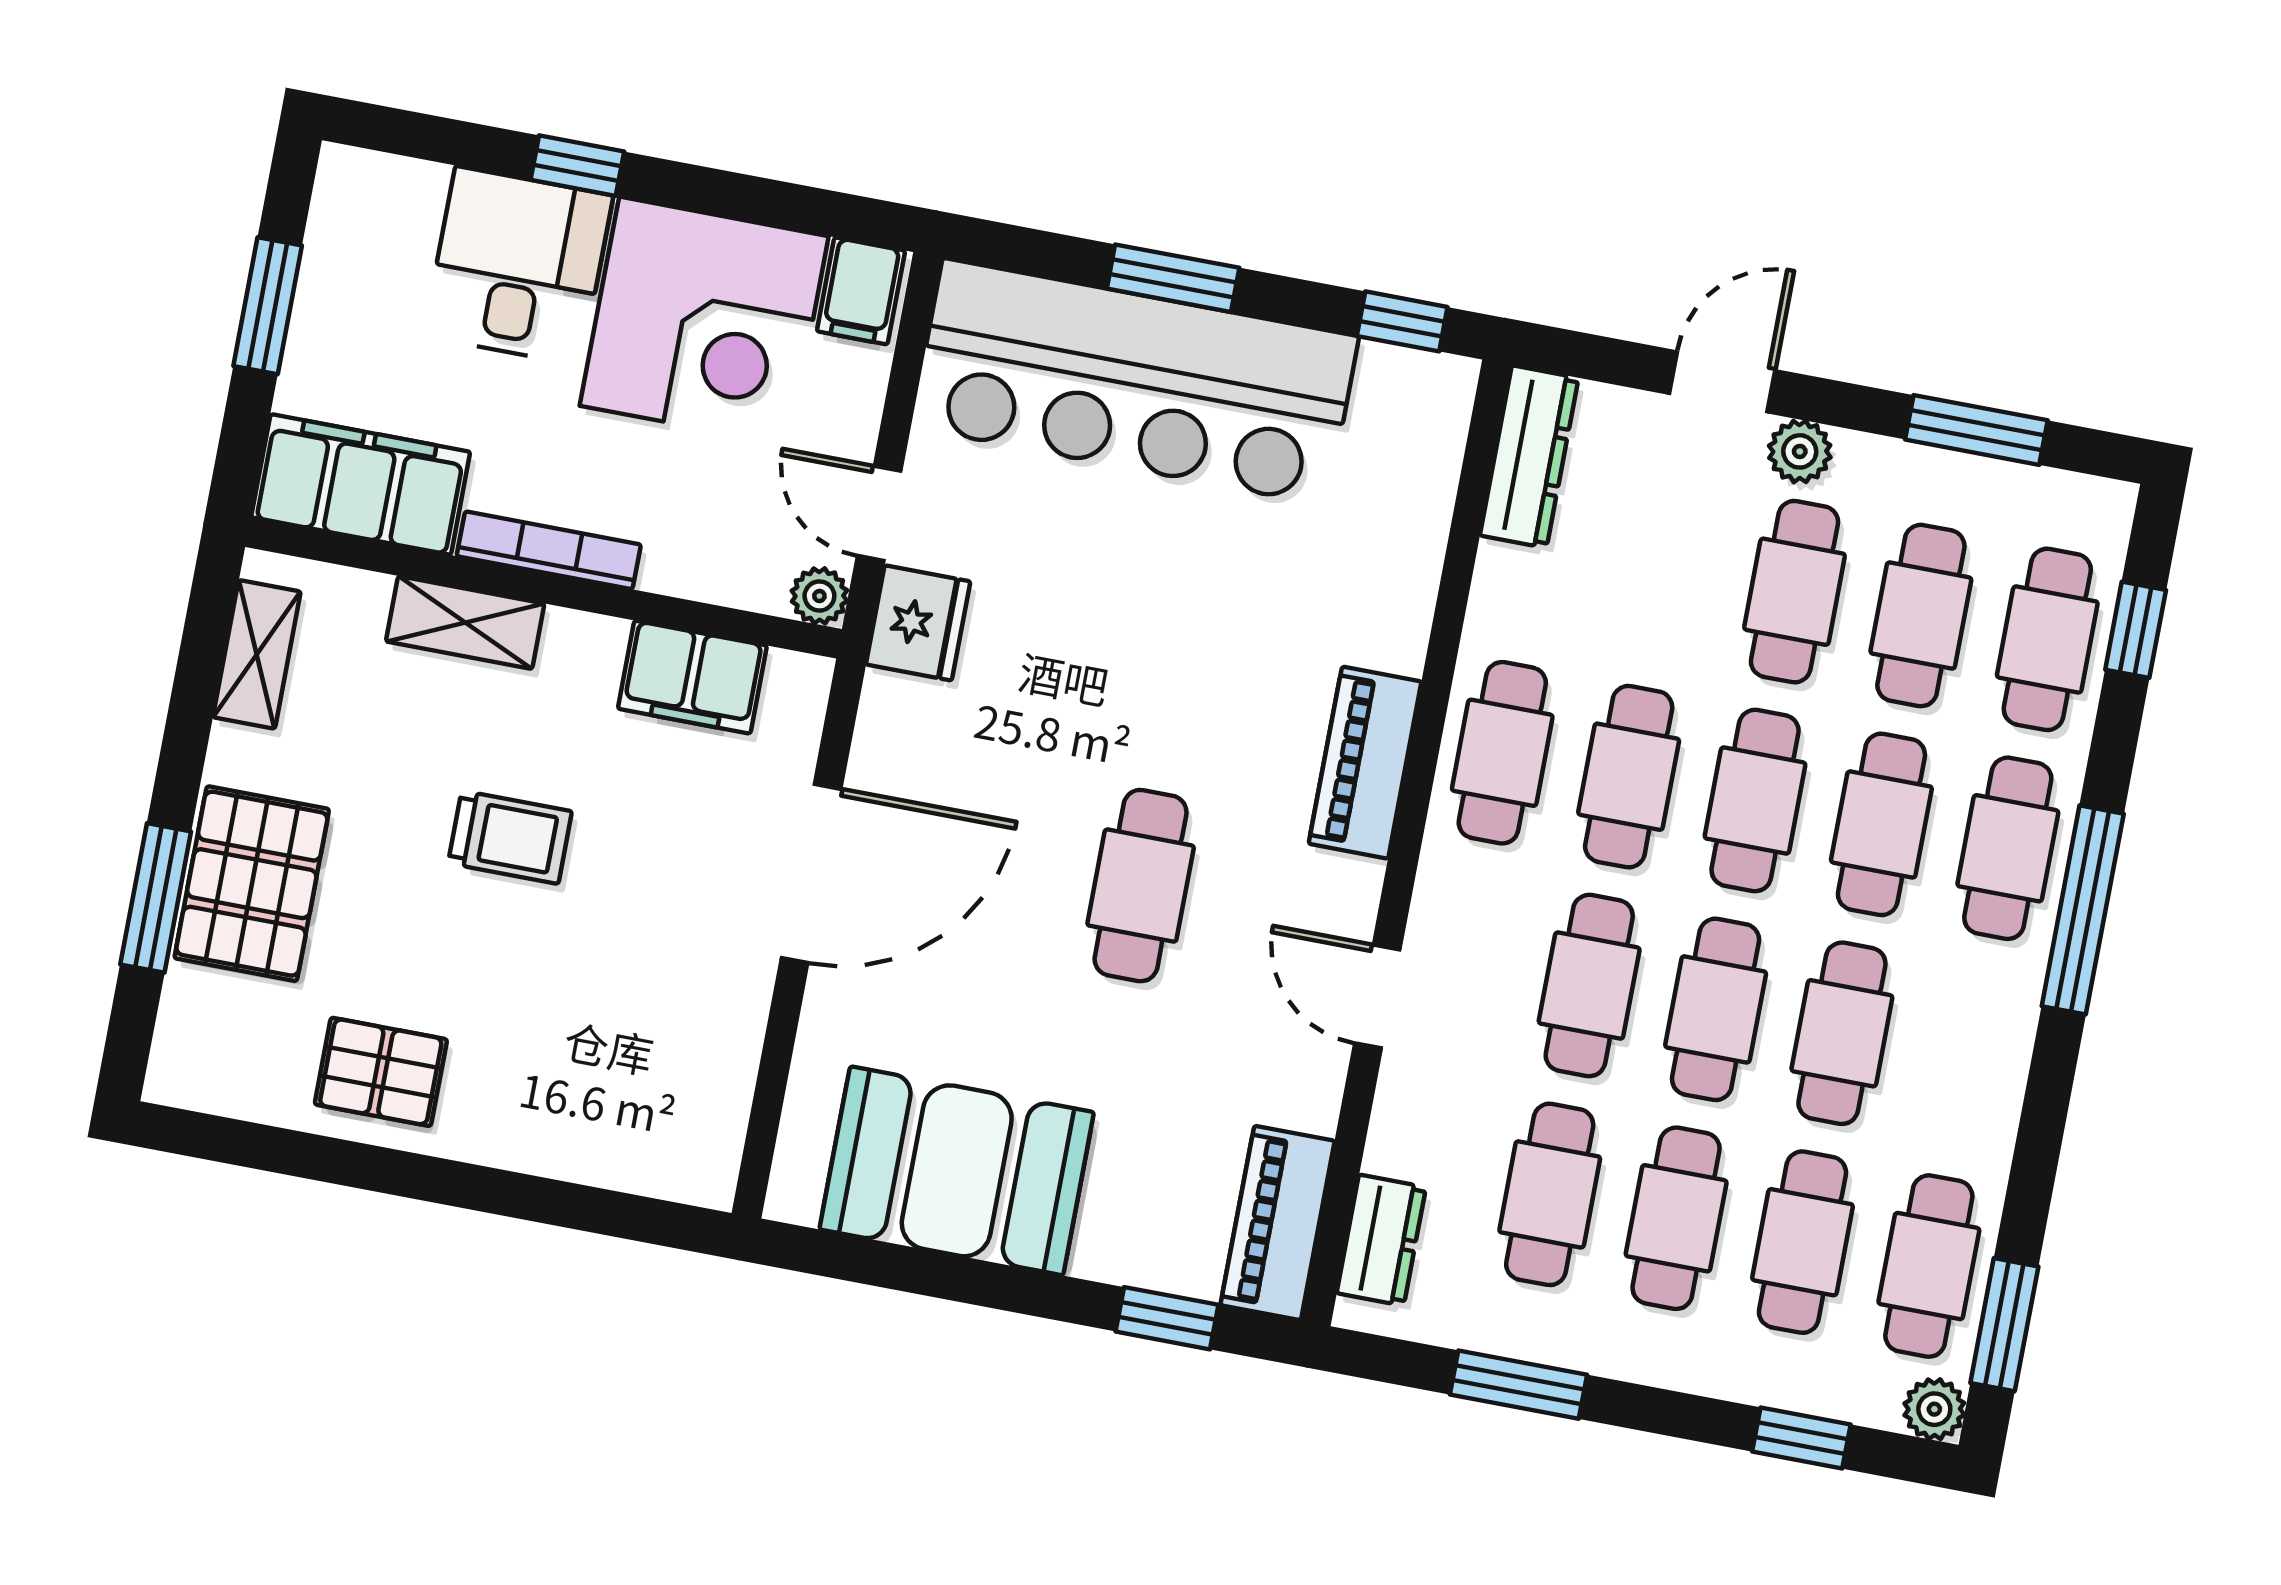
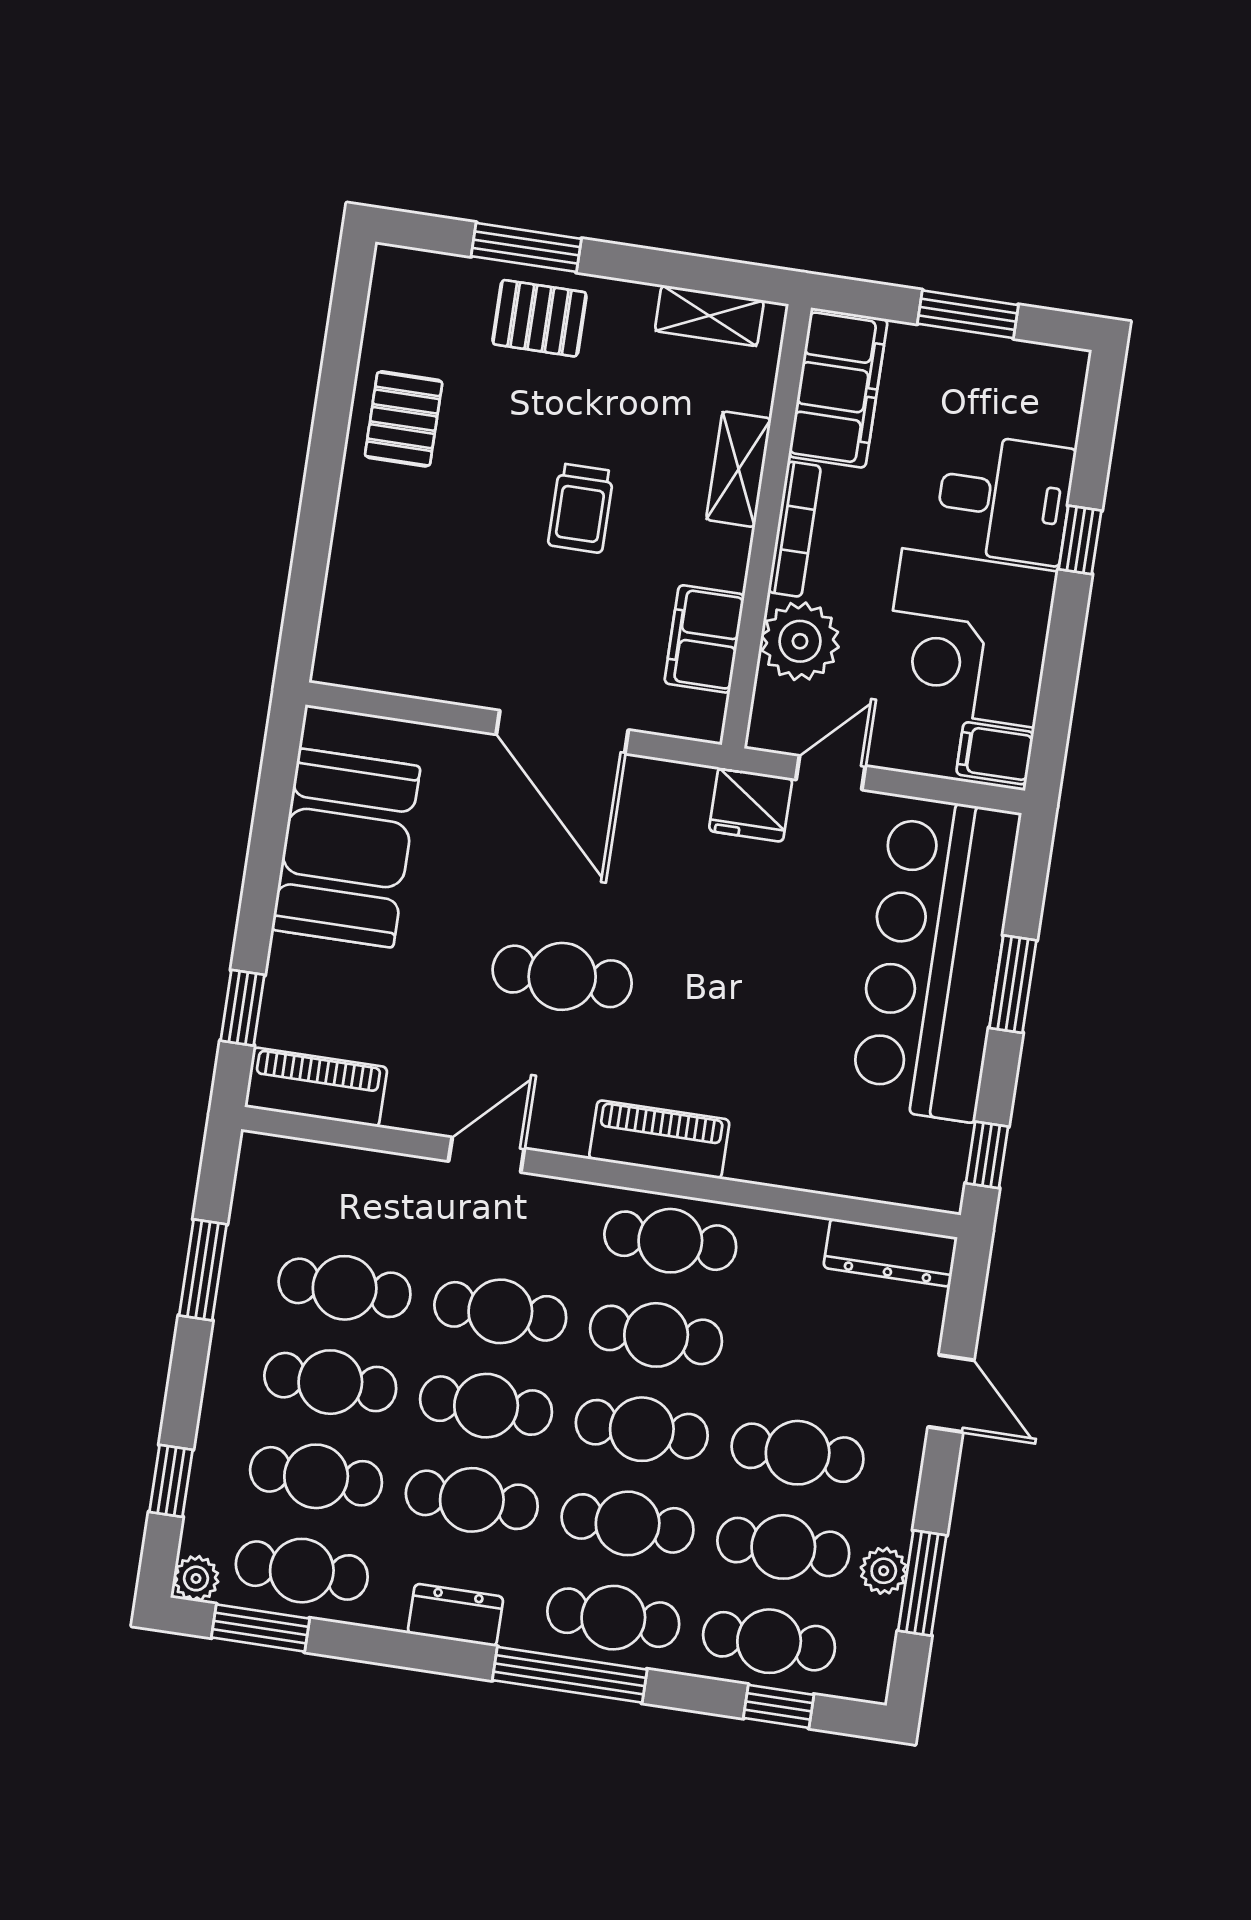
plant: (1800, 451) -> (884, 1571), moved
plant: (819, 596) -> (800, 641), moved, width x1.87, depth x1.87
pallet: (252, 884) -> (539, 318), width x0.67, depth x0.71
dresser: (1381, 1240) -> (456, 1615), moved, turned 180

